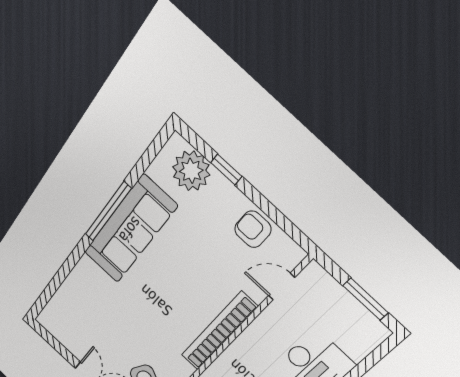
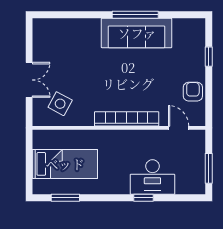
plant: (191, 171) -> (193, 41), removed

